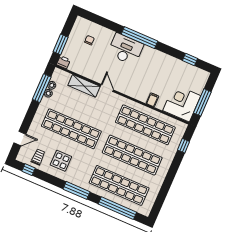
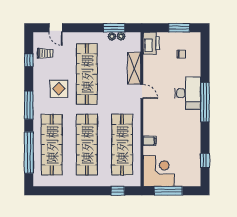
window: (61, 44) -> (179, 28), moved
printer: (63, 62) -> (151, 43), width x1.87, depth x1.48
window: (42, 88) -> (114, 28), width x0.69
door: (107, 88) -> (142, 92), hinge flipped
display table: (61, 161) -> (59, 89), moved
window: (28, 170) -> (29, 60), moved

